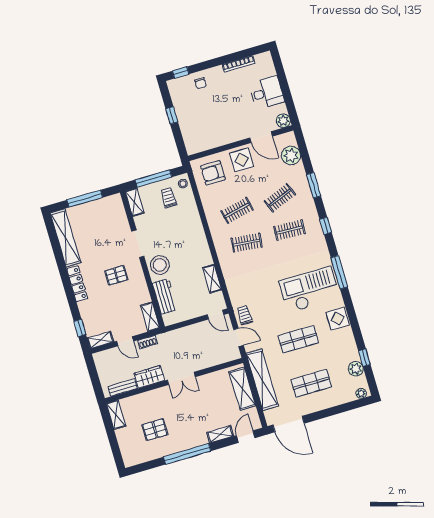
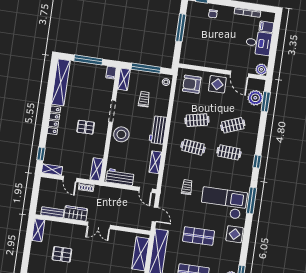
filing cabinet: (267, 70) -> (266, 27), added
window: (172, 115) -> (181, 28), width x2.17
window: (314, 185) -> (266, 102), moved
trolley: (169, 198) -> (144, 99), moved
filing cabinet: (117, 201) -> (111, 73), added
workbench: (198, 241) -> (158, 130), added
workbench: (165, 296) -> (120, 177), moved, turned -90
trolley: (245, 315) -> (187, 187), moved

